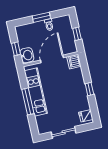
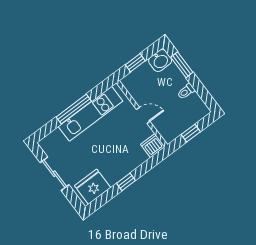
window: (41, 17) -> (182, 65), moved
washbasin: (27, 55) -> (160, 61), moved
door: (52, 59) -> (143, 115), width x0.53
fridge: (86, 116) -> (93, 187), width x1.88, depth x1.34

